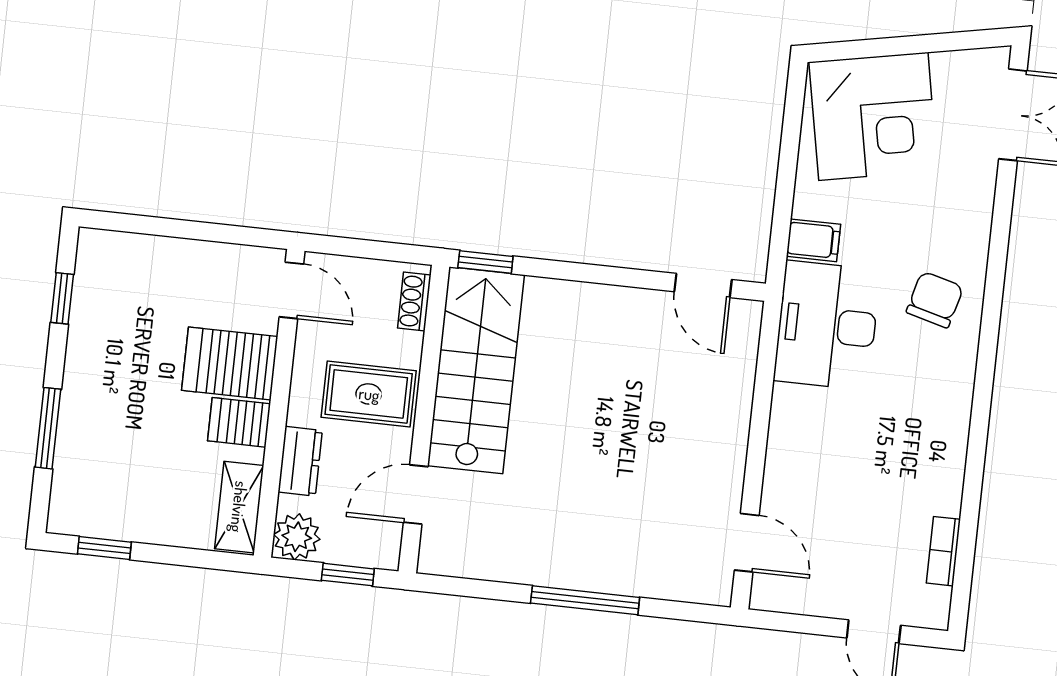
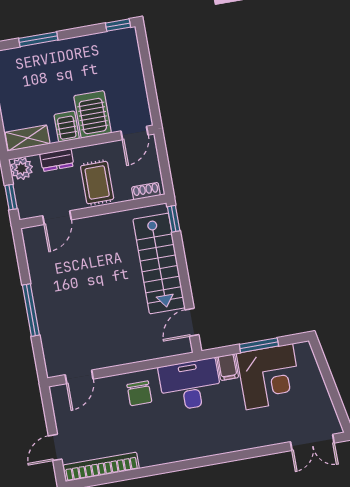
corner desk: (873, 116) -> (269, 377), moved, turned -79
window: (788, 165) -> (259, 345), added
window: (62, 298) -> (118, 25), moved
chair: (935, 300) -> (139, 393), moved, turned 75
stairs: (476, 370) -> (159, 263), moved, turned 90
door: (416, 494) -> (57, 218), swing flipped
bookcase: (943, 551) -> (101, 467), width x2.31, depth x1.31

